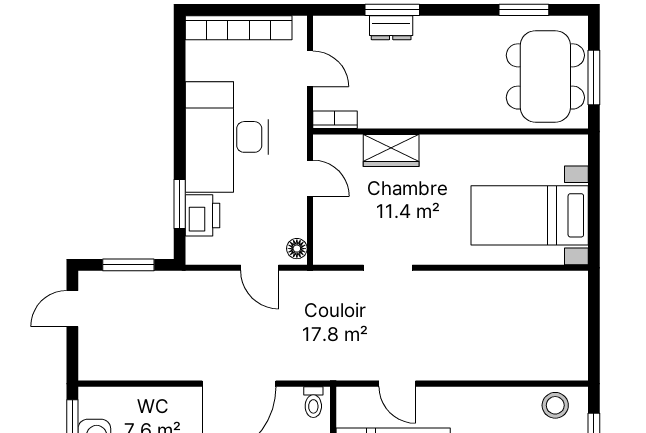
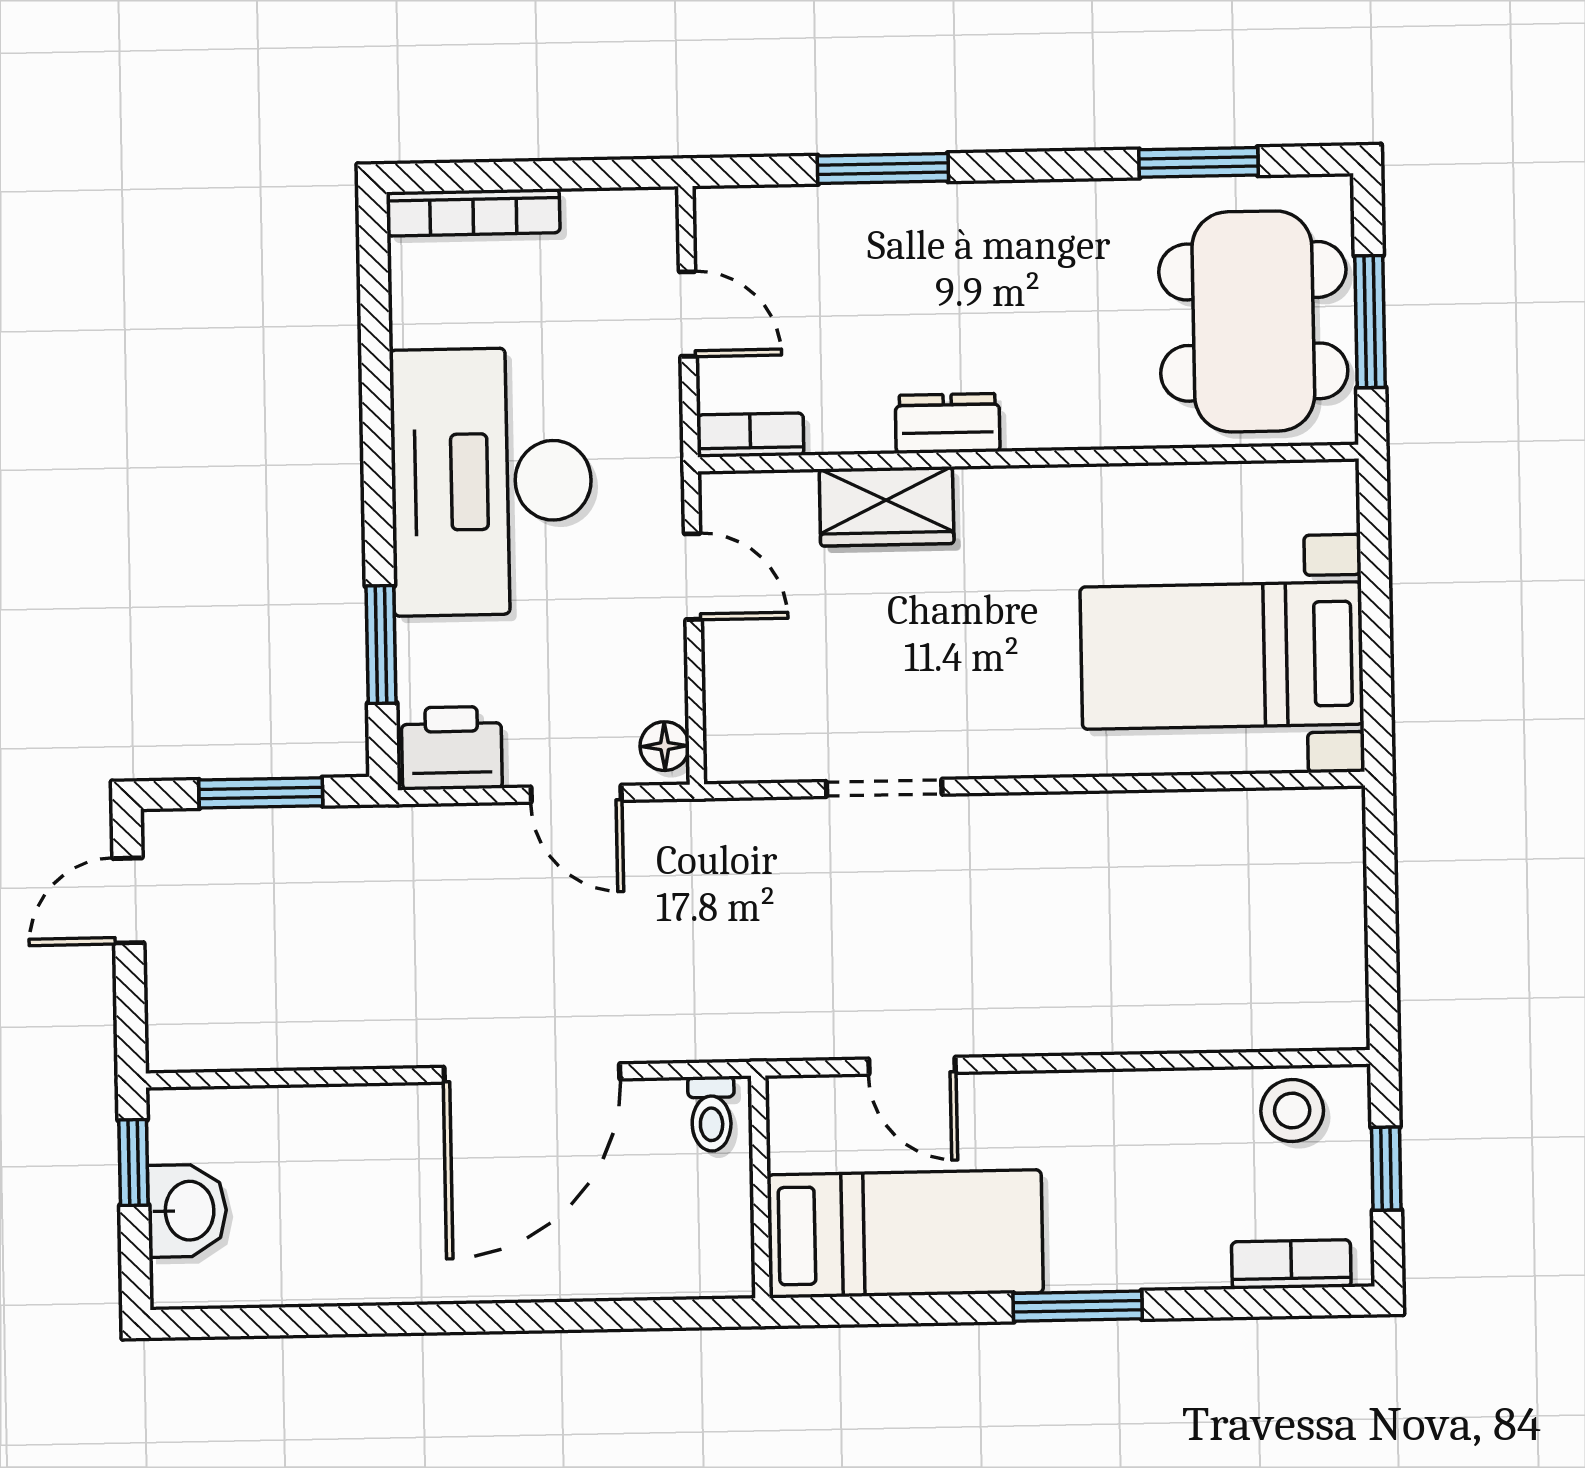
bookcase: (239, 28) -> (473, 212), width x0.68, depth x0.76
dresser: (391, 28) -> (948, 423), moved, turned 180
printer: (202, 215) -> (452, 748), moved, turned -90

